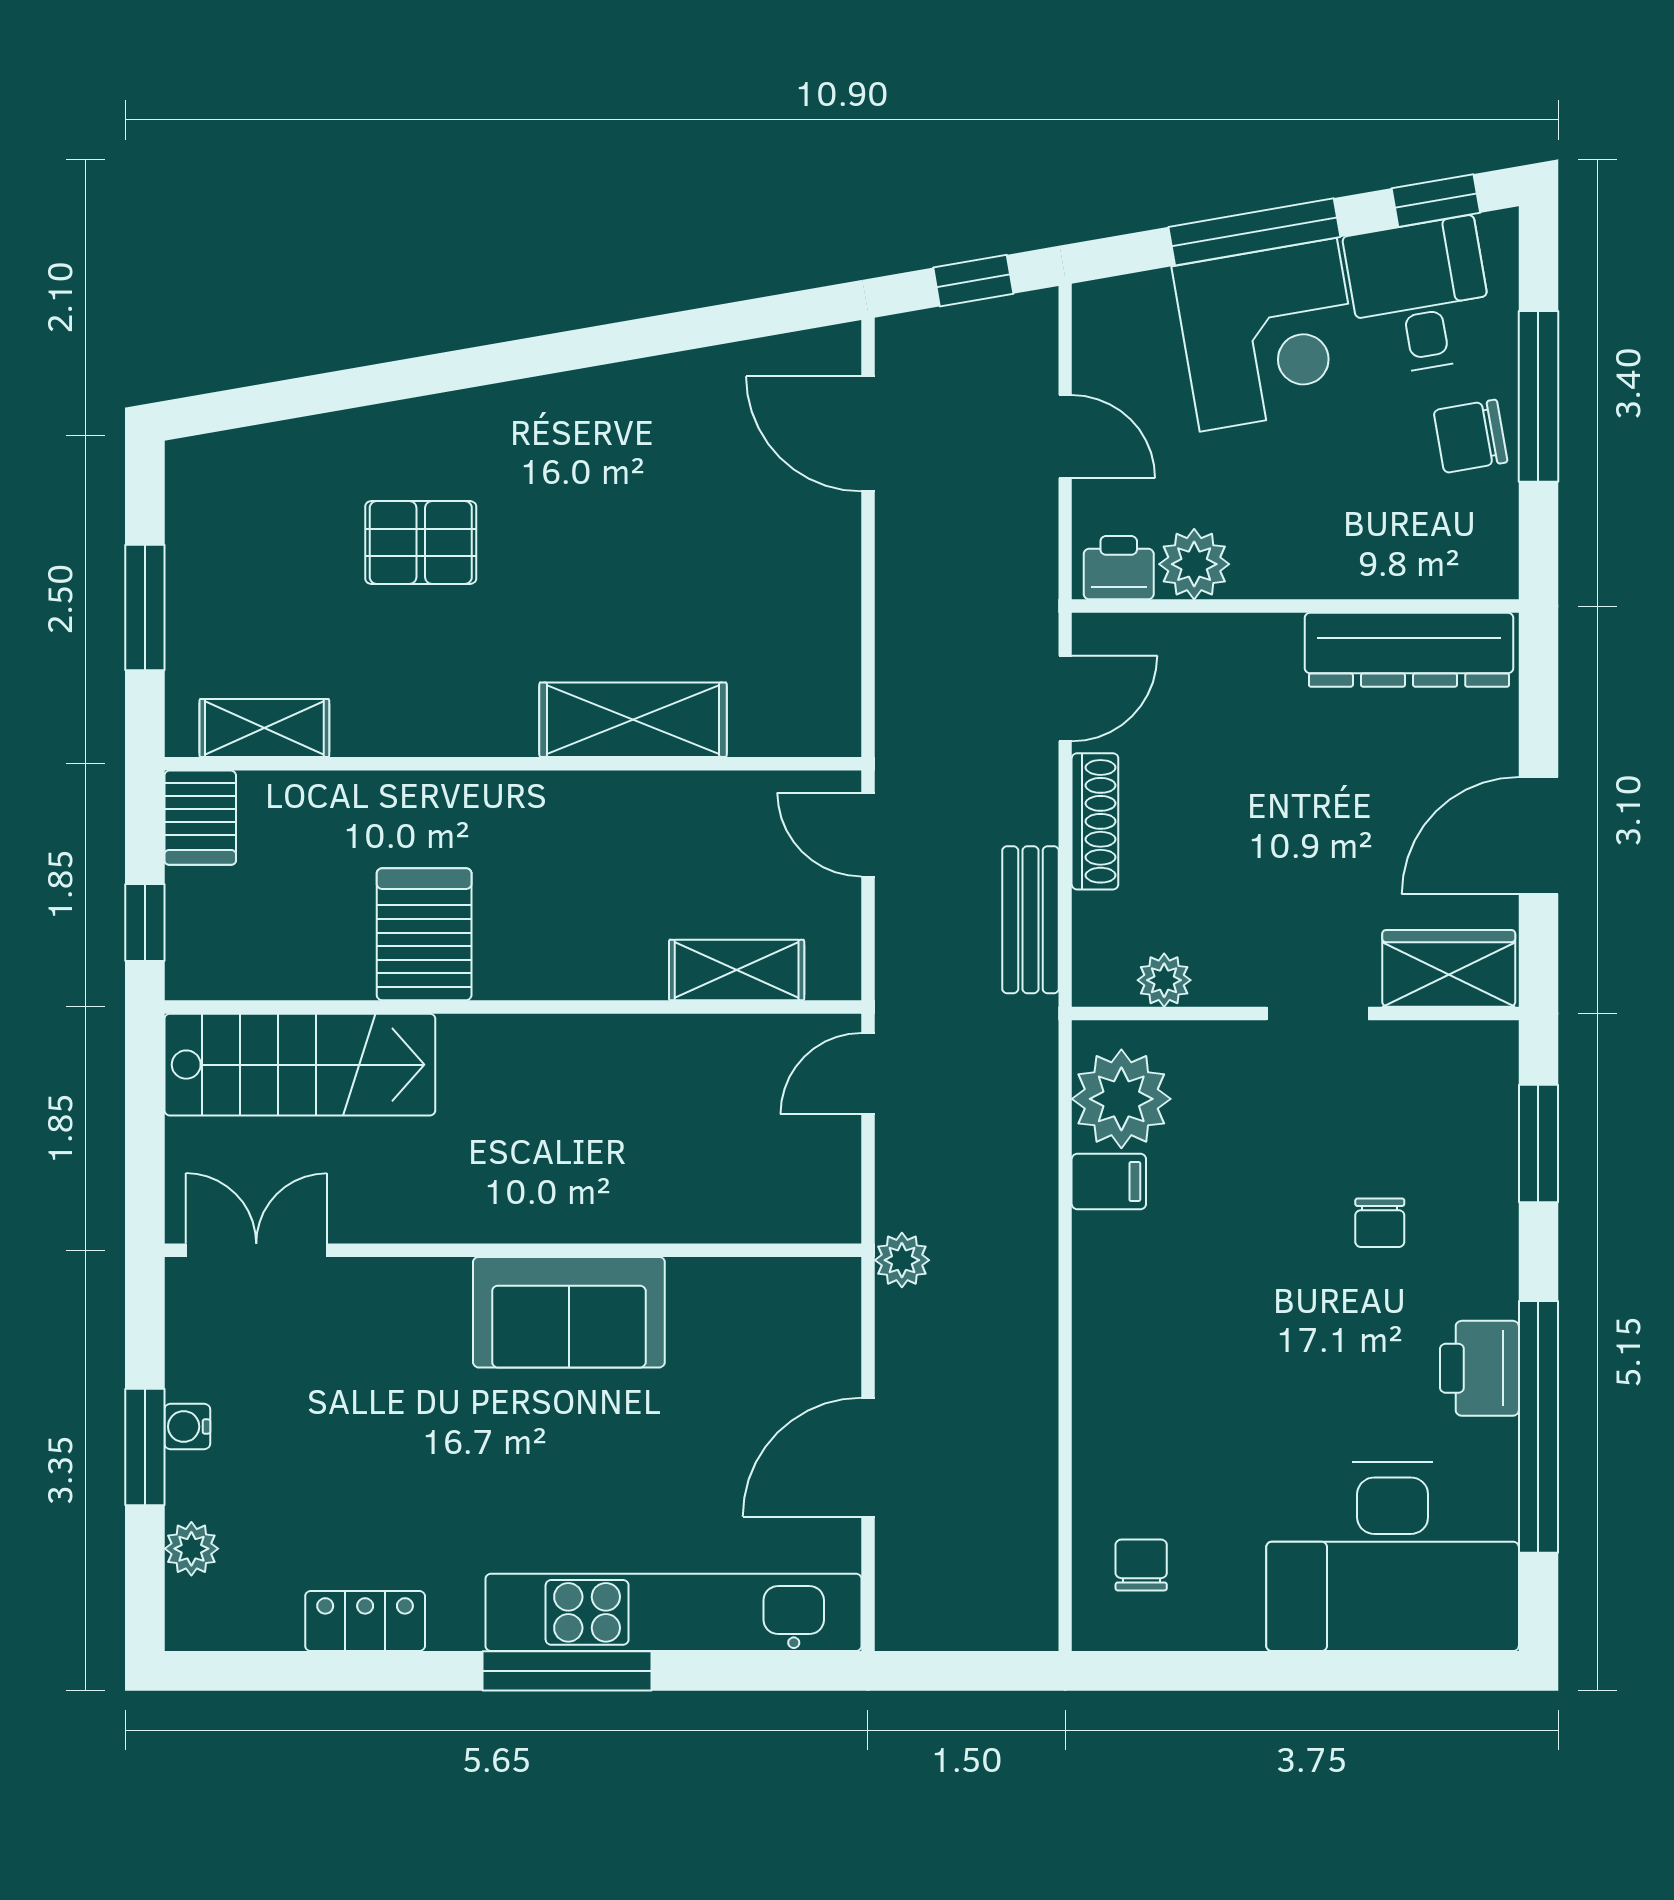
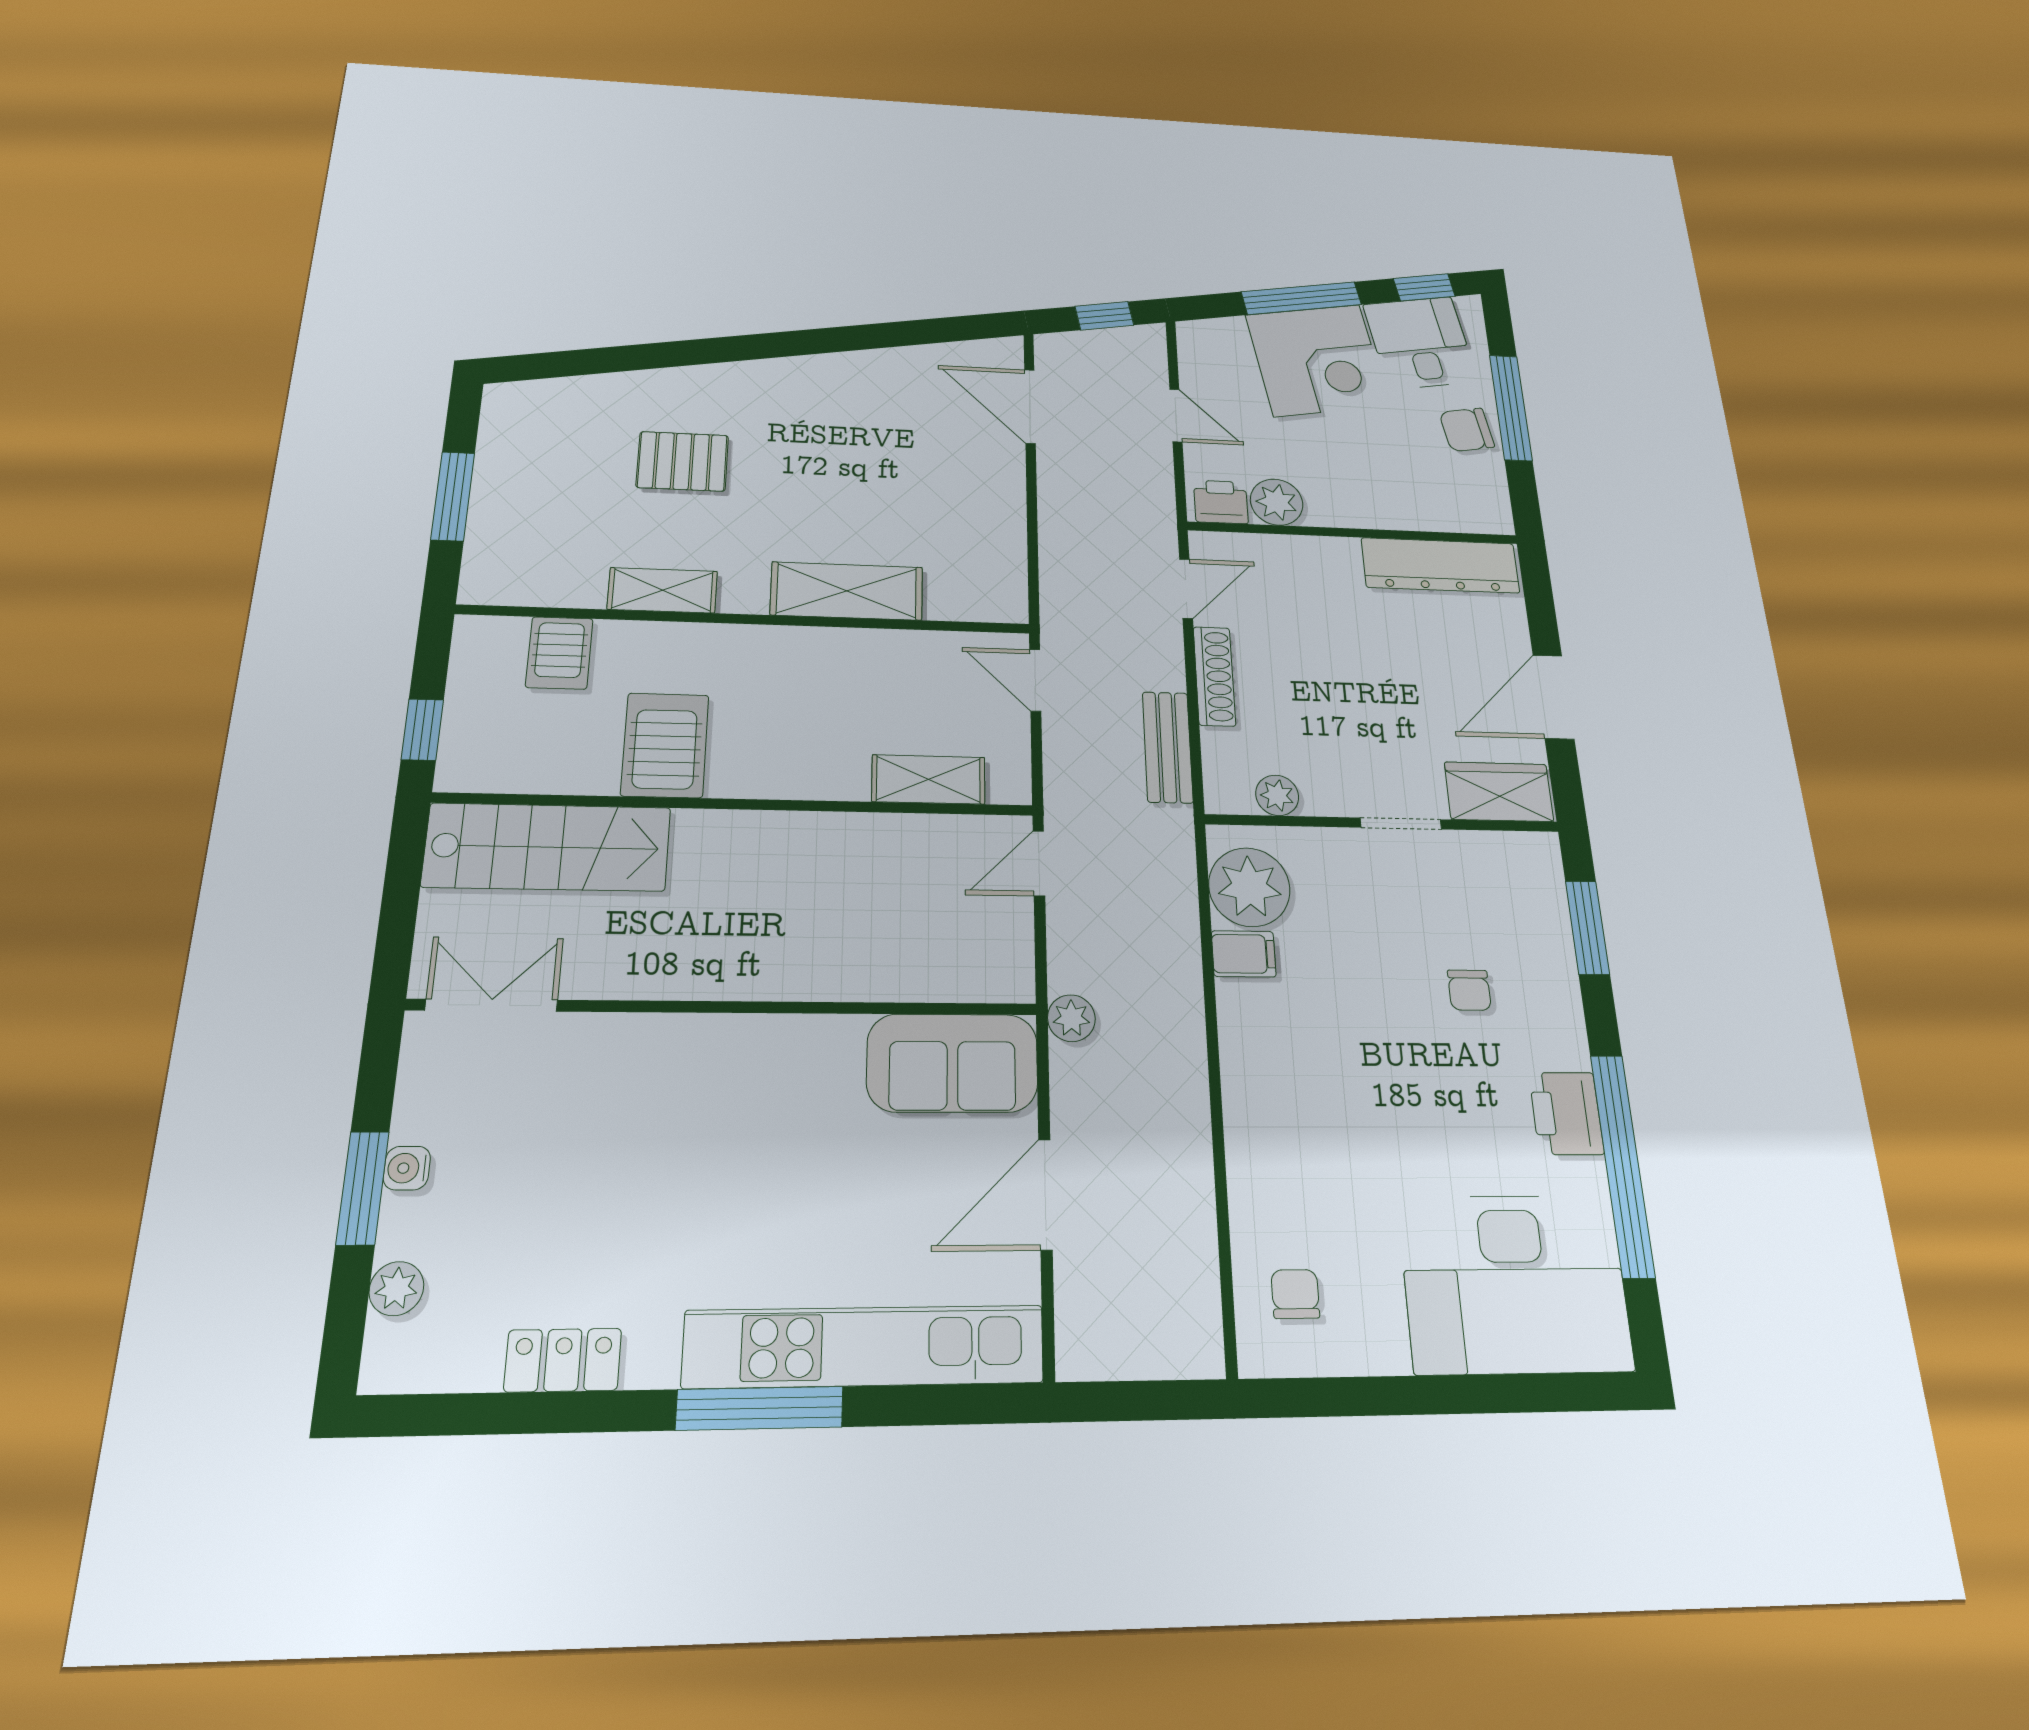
shelving: (264, 728) -> (662, 590), moved
server rack: (200, 818) -> (559, 653), moved
sofa: (569, 1312) -> (952, 1063), moved

